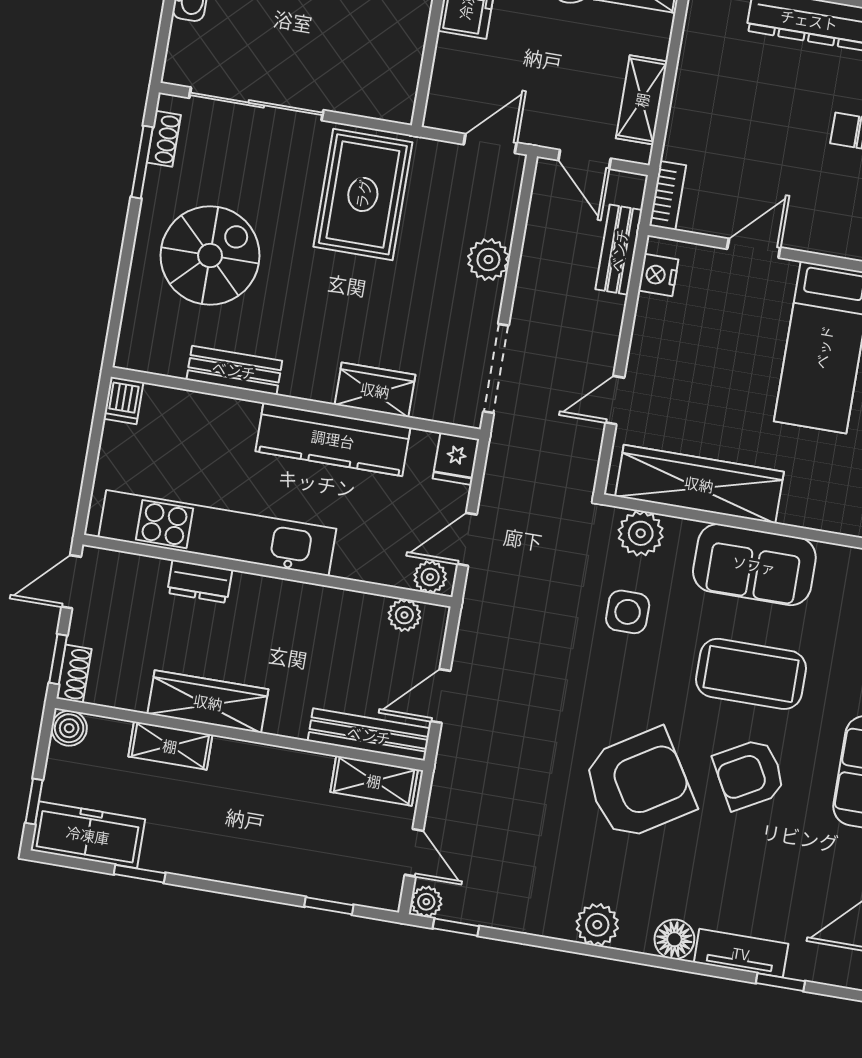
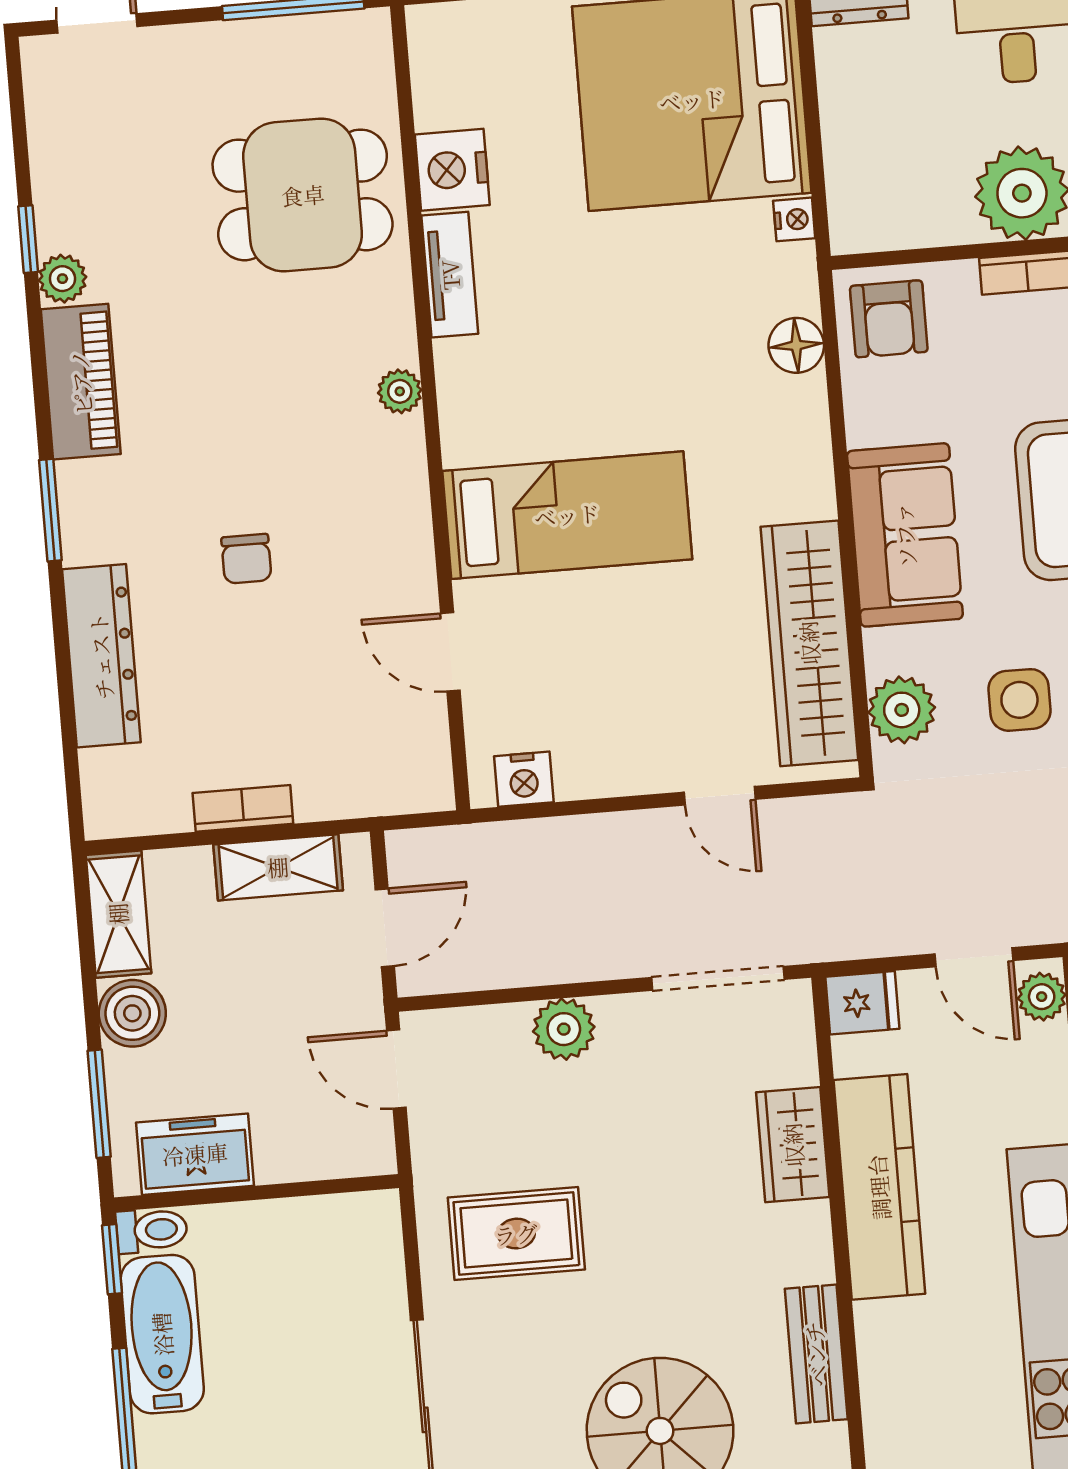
rug: (363, 194) -> (516, 1234), width x0.73, depth x0.70
bookcase: (668, 195) -> (243, 808), moved
bench: (619, 250) -> (502, 845), removed

